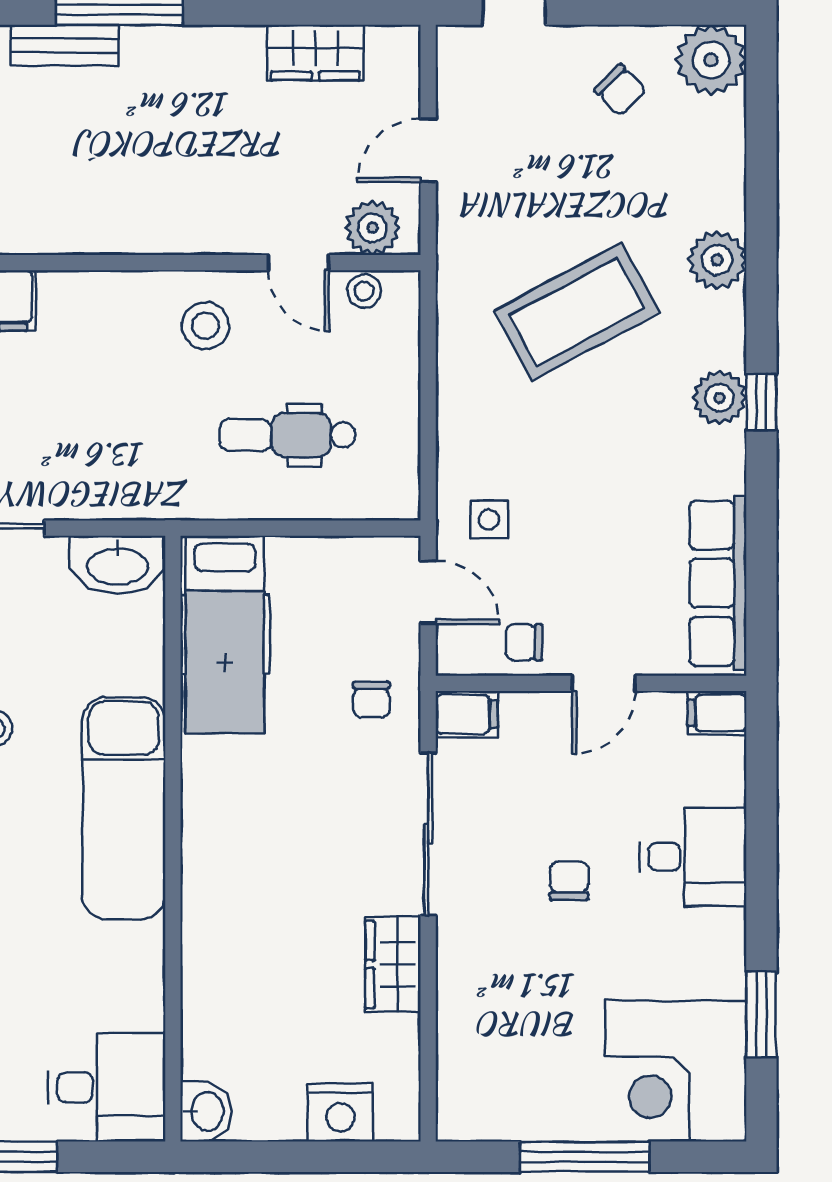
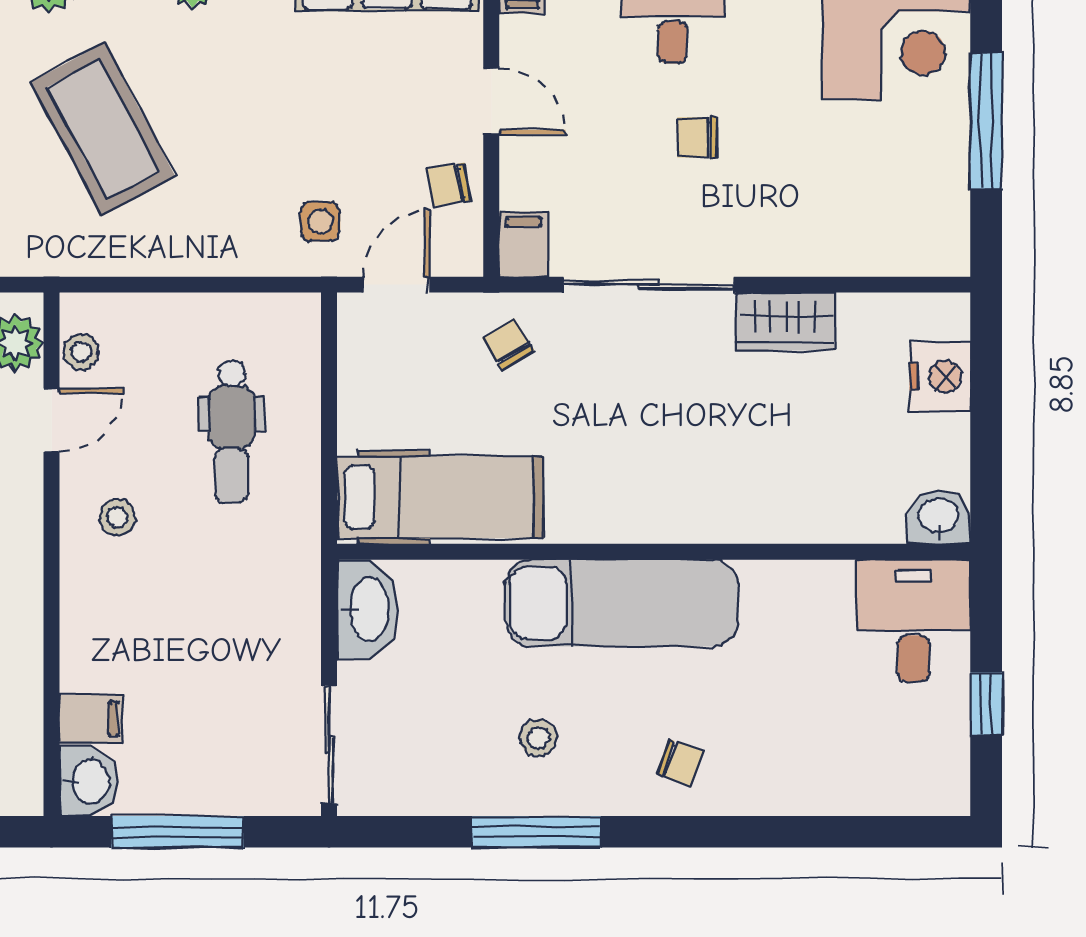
stool: (206, 326) -> (117, 517), width x0.73, depth x0.73
chair: (524, 642) -> (448, 185), turned 81
chair: (371, 699) -> (508, 344), turned -122

